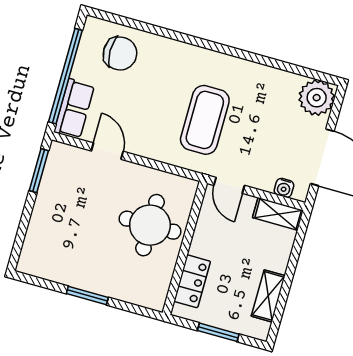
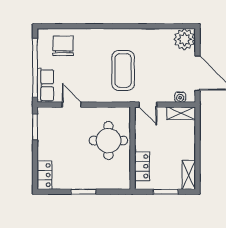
chair: (120, 53) -> (63, 46), turned -90
locker: (32, 252) -> (44, 175), added
shelving: (268, 296) -> (189, 175), moved

